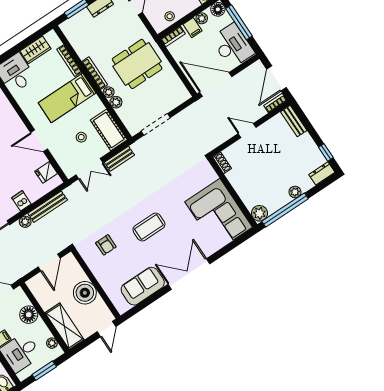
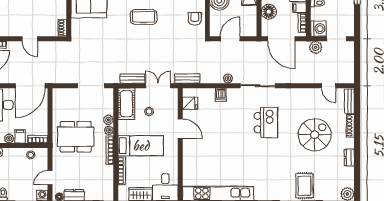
door: (216, 84) -> (30, 86), hinge flipped
bench: (48, 207) -> (187, 79), moved, width x0.73
armchair: (106, 245) -> (195, 19), moved

